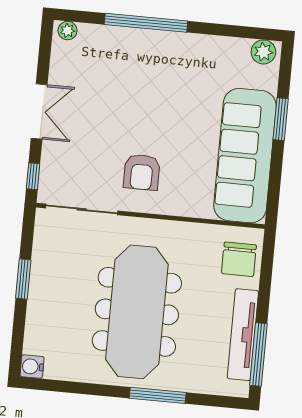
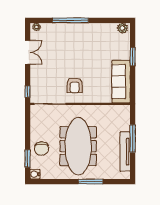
double door: (39, 111) -> (28, 52), moved
sofa: (245, 156) -> (121, 82), width x0.74, depth x0.79
chair: (239, 259) -> (42, 149), moved
window: (23, 279) -> (28, 158), moved
window: (258, 355) -> (133, 139), moved

